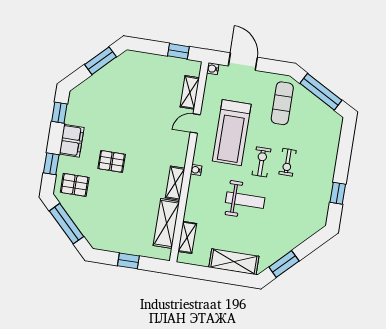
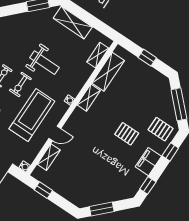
weight bench: (245, 200) -> (45, 63), turned 180

